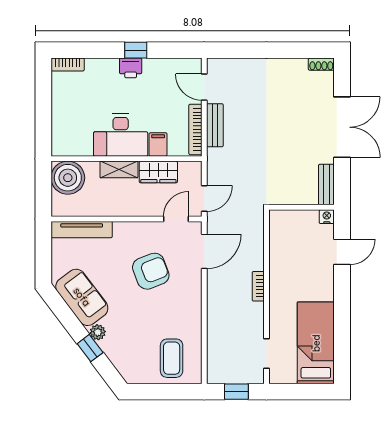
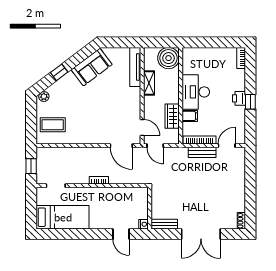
shelving: (119, 169) -> (149, 83), moved
armchair: (151, 271) -> (109, 111), removed
plant: (98, 332) -> (44, 96), moved

